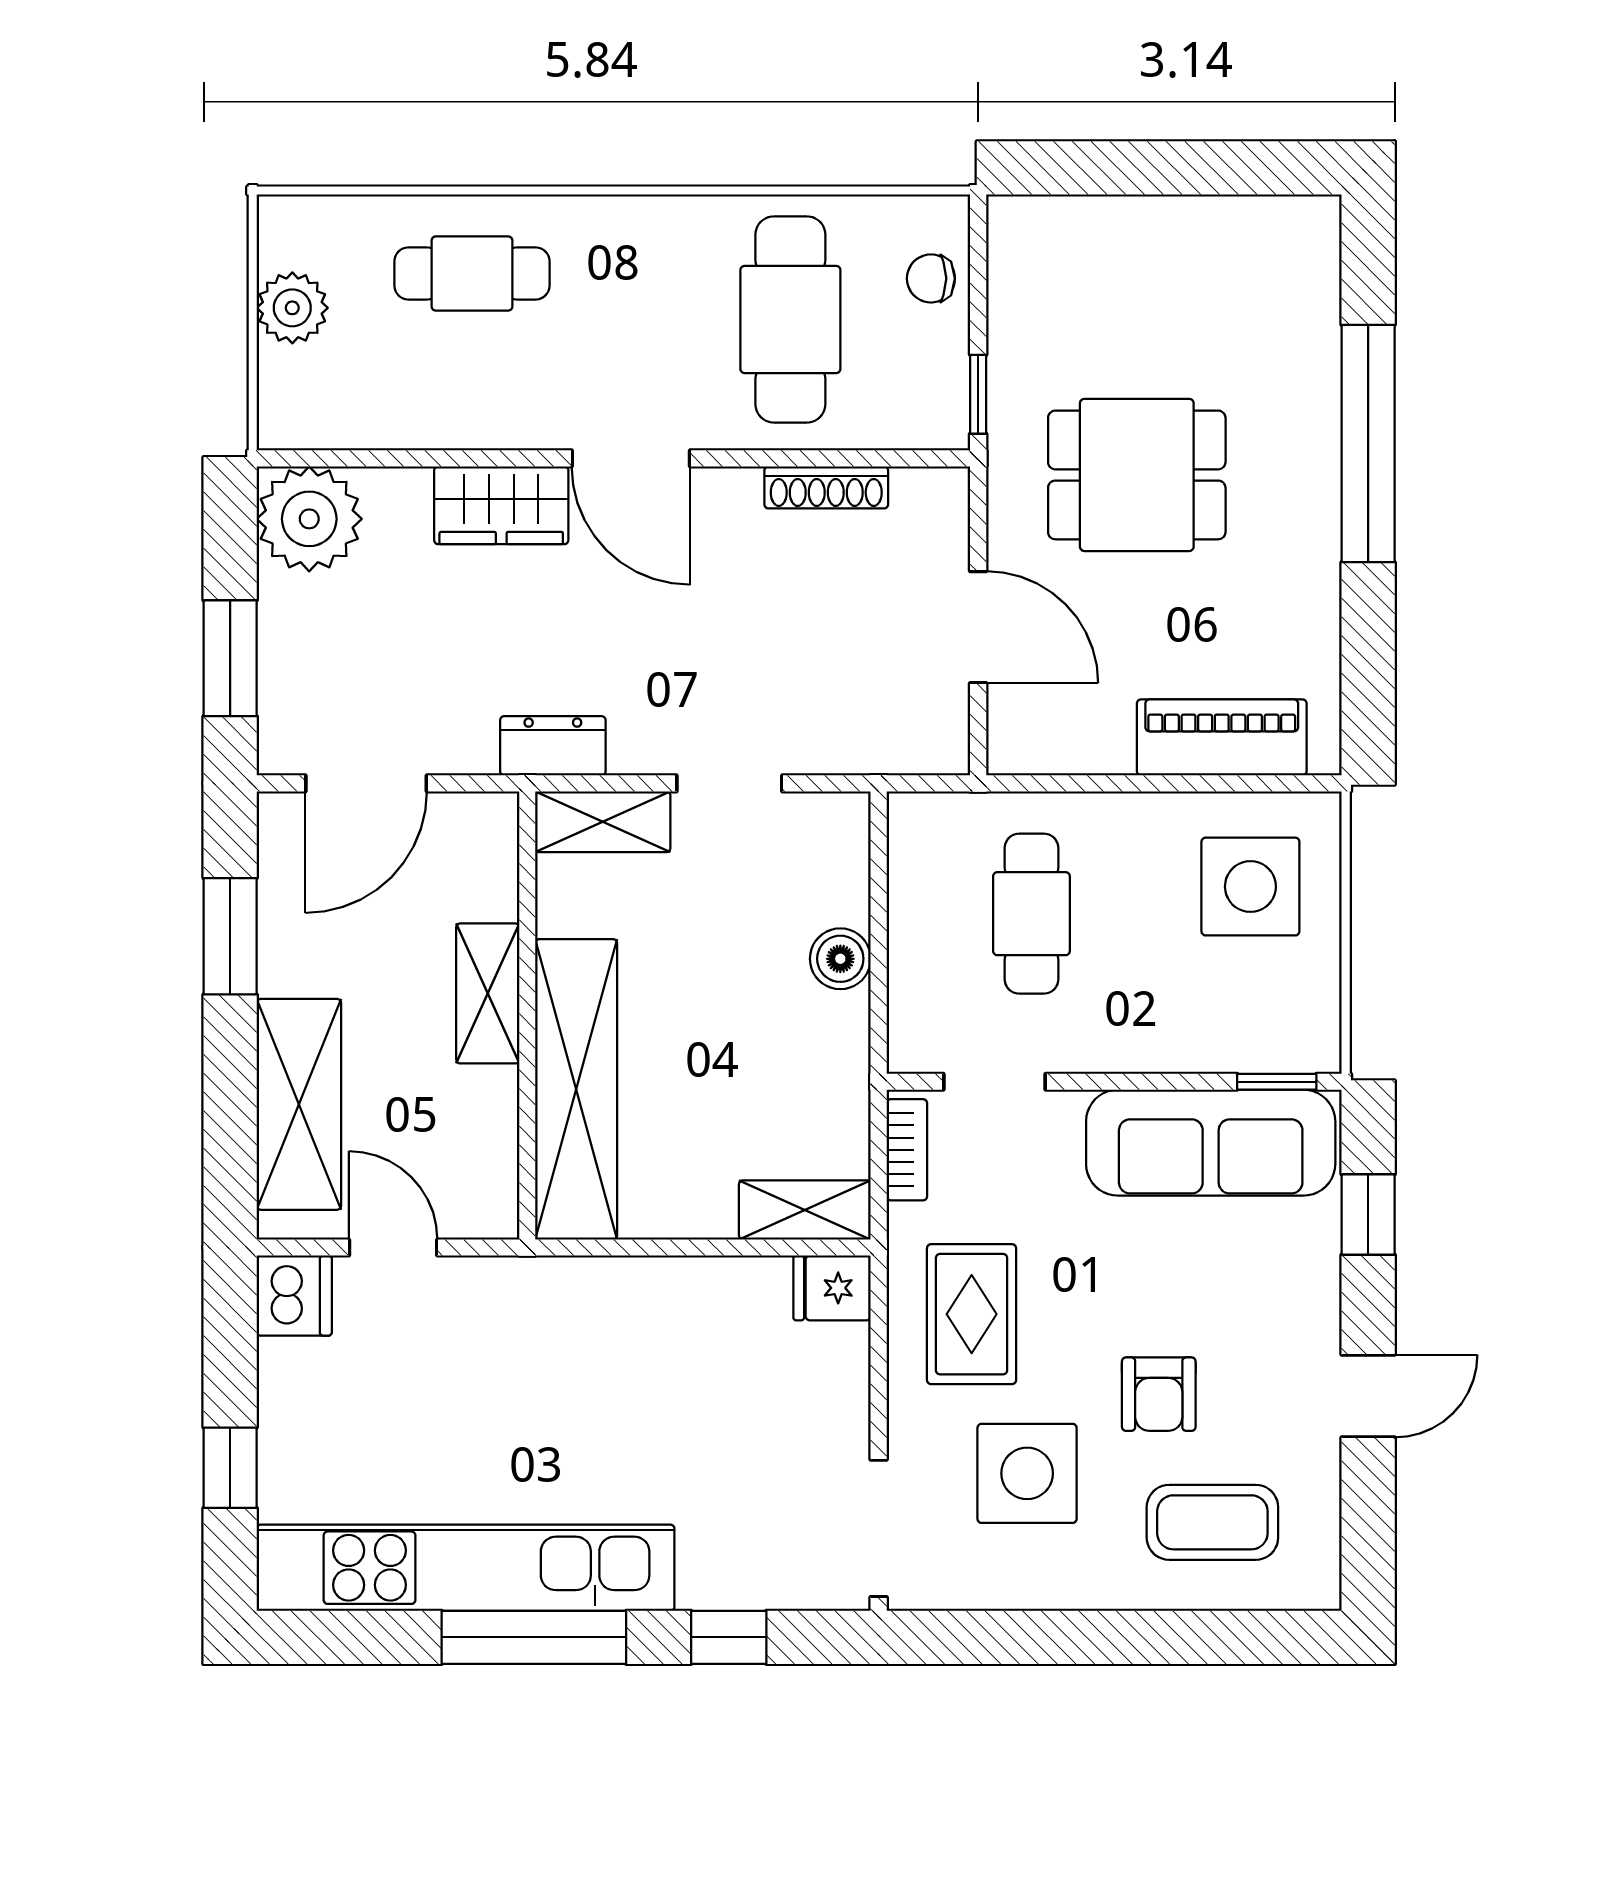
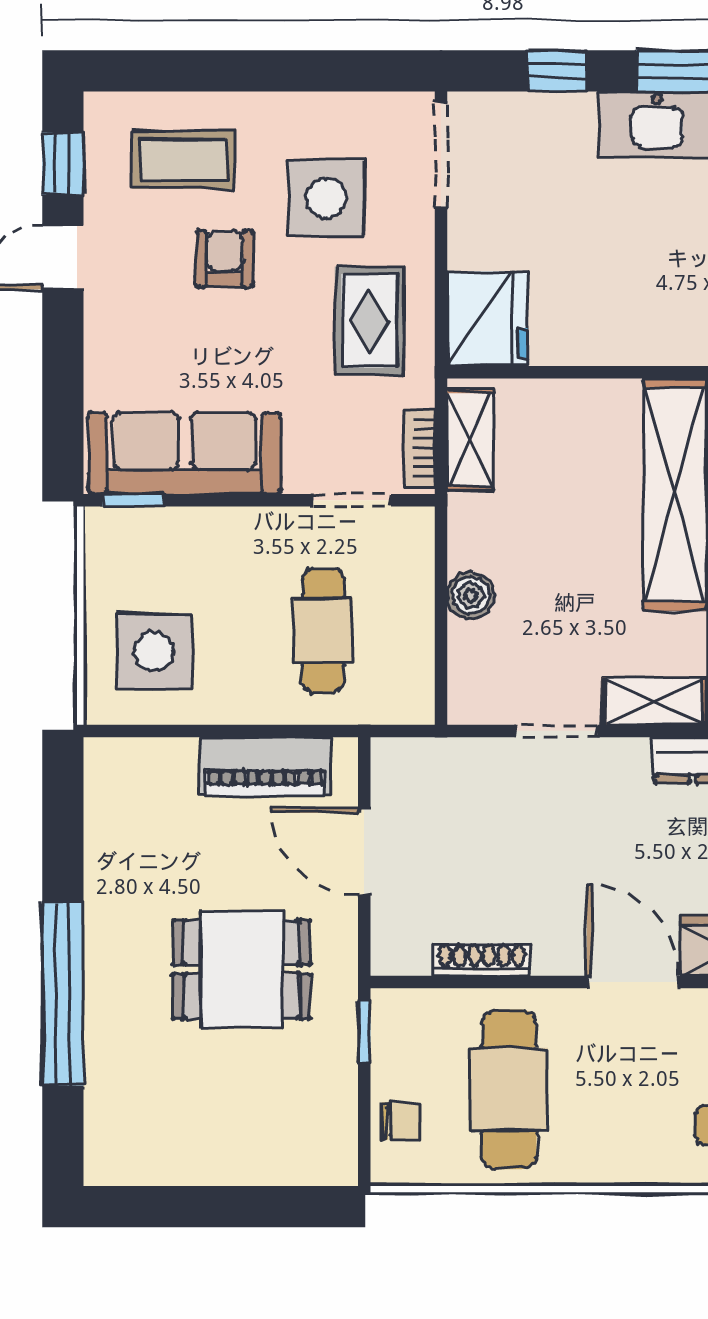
piano: (1222, 737) -> (265, 766), moved
shelving: (805, 1210) -> (470, 440), moved, turned 90
window: (1368, 1215) -> (63, 164), moved
fridge: (832, 1288) -> (487, 319), width x1.88, depth x1.34

